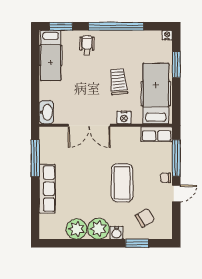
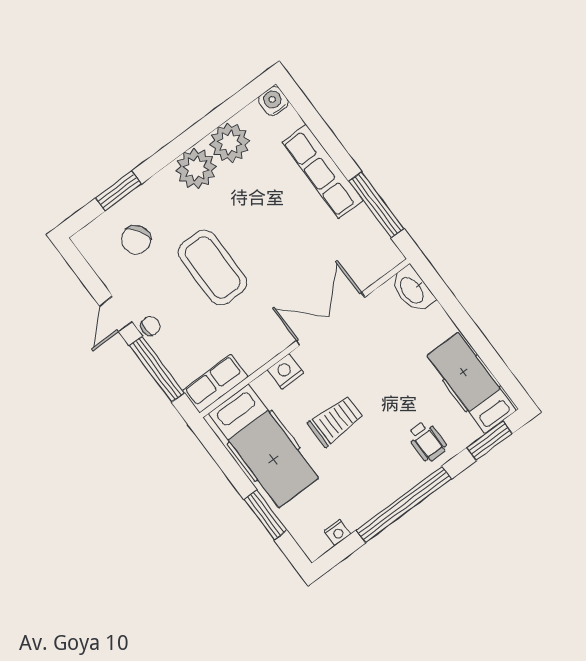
nightstand: (167, 35) -> (337, 532), moved
trolley: (118, 82) -> (336, 421), turned -84
water cooler: (116, 233) -> (273, 101), moved

